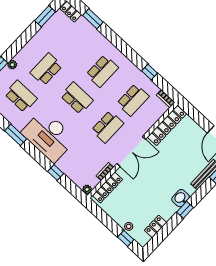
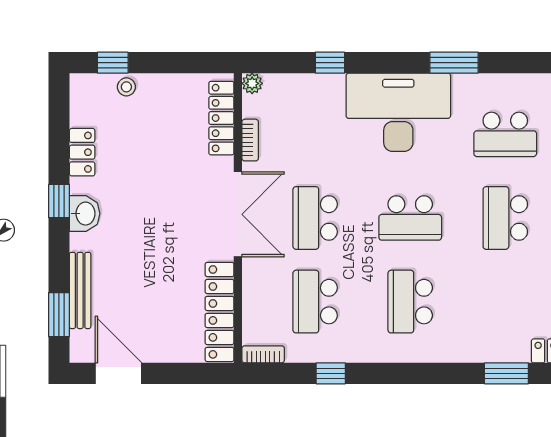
school desk: (46, 69) -> (505, 218), turned 180
double door: (131, 151) -> (238, 214), swing flipped
locker: (156, 226) -> (82, 152), moved

